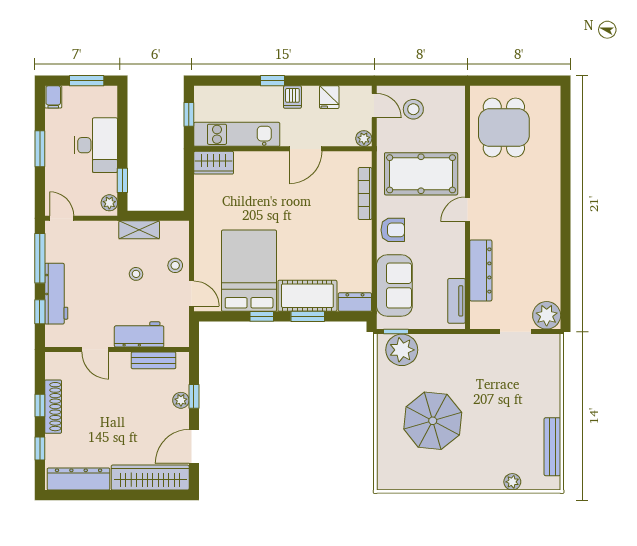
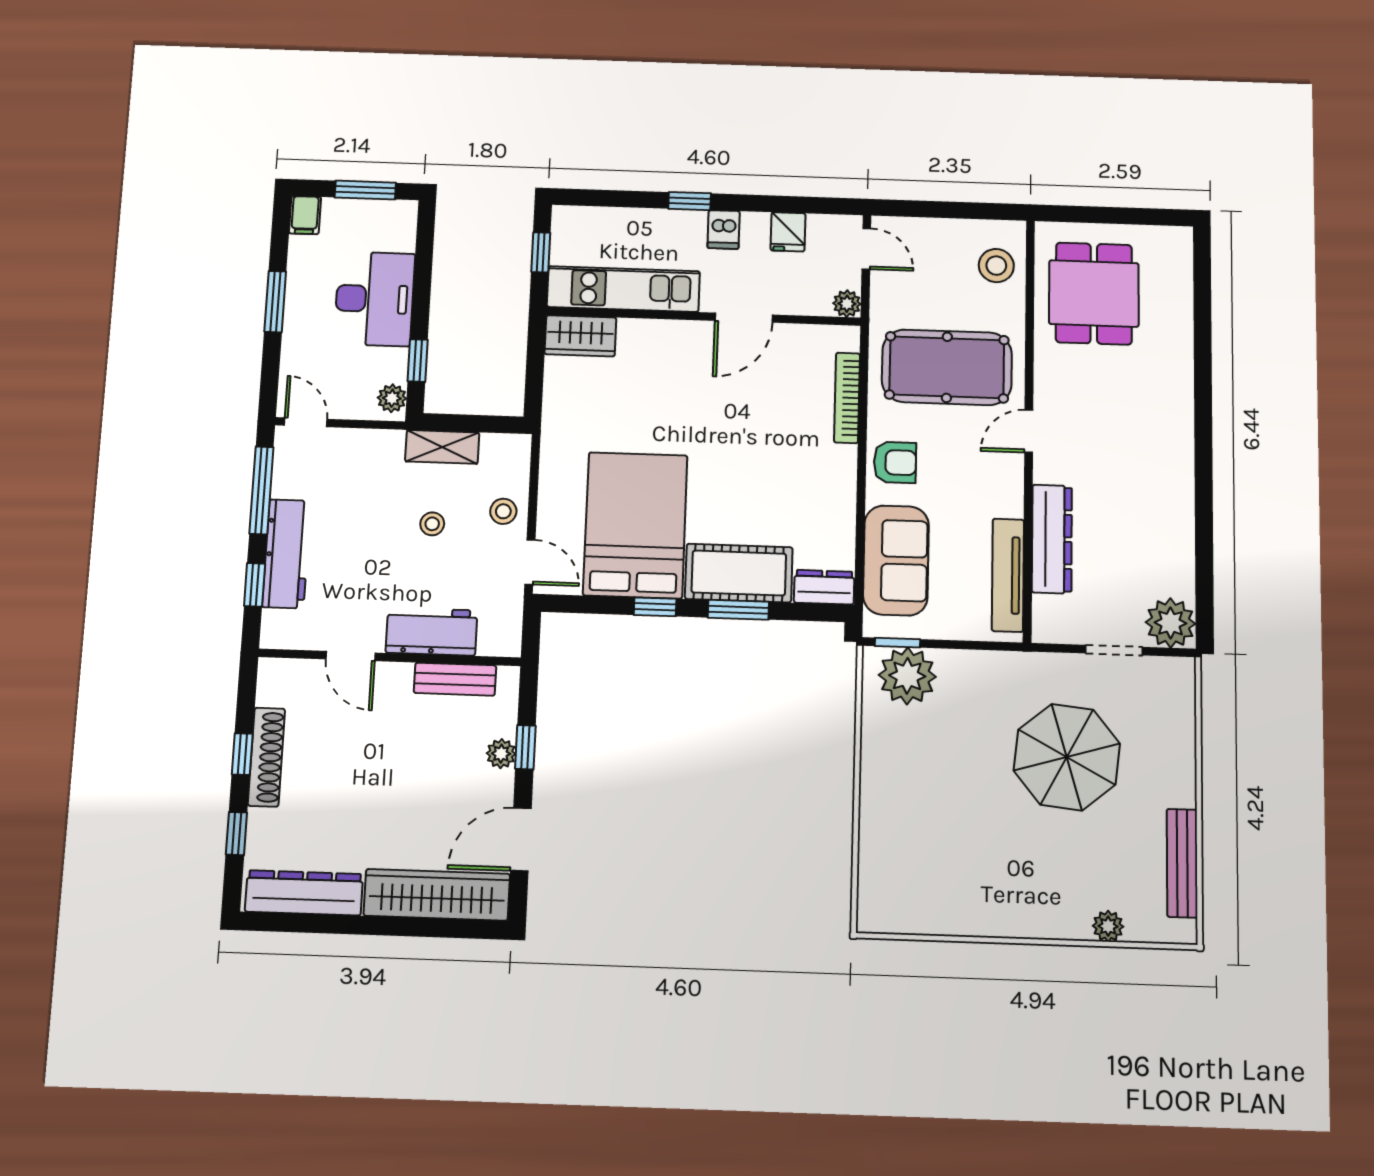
stool: (413, 109) -> (996, 266), moved
tv unit: (457, 301) -> (1008, 575), width x1.41
parasol: (433, 421) -> (1067, 757), moved

